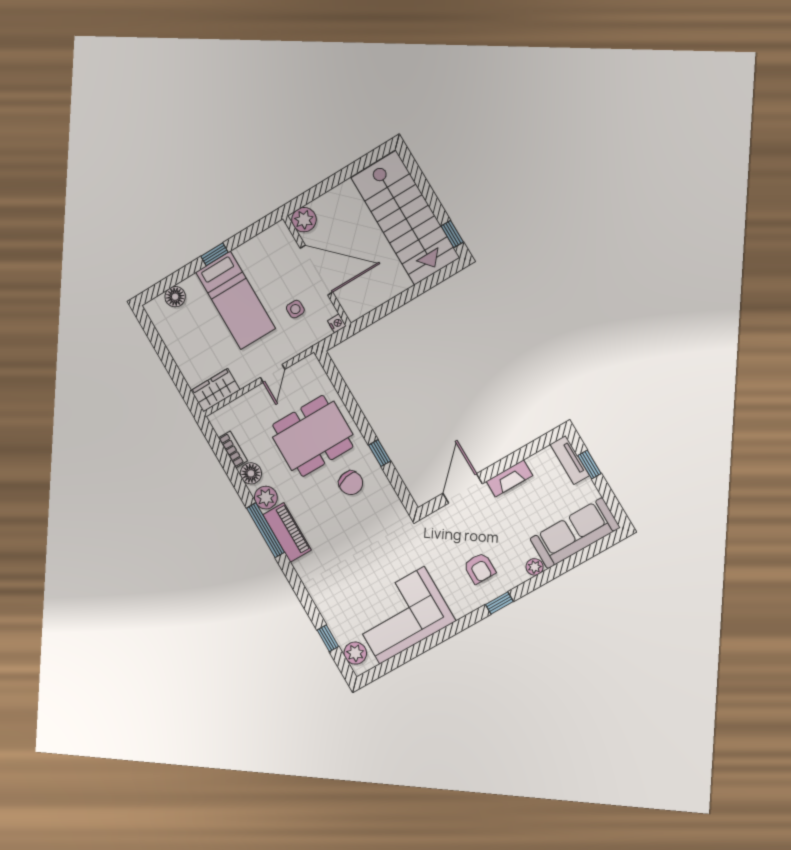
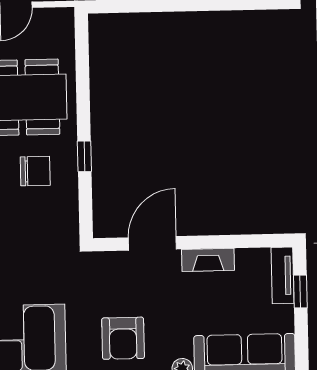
chair: (351, 483) -> (35, 171), turned -77
armchair: (480, 568) -> (123, 338), width x1.38, depth x1.38

